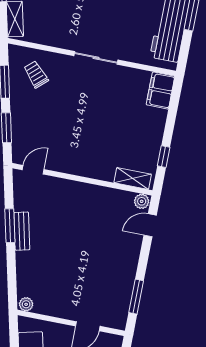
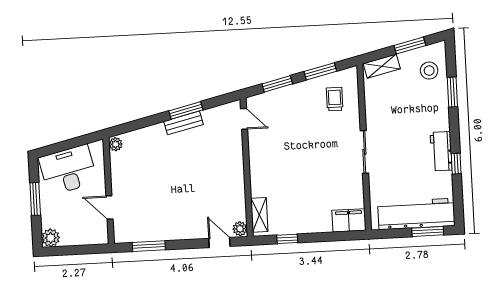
trolley: (36, 74) -> (335, 99), turned -48

